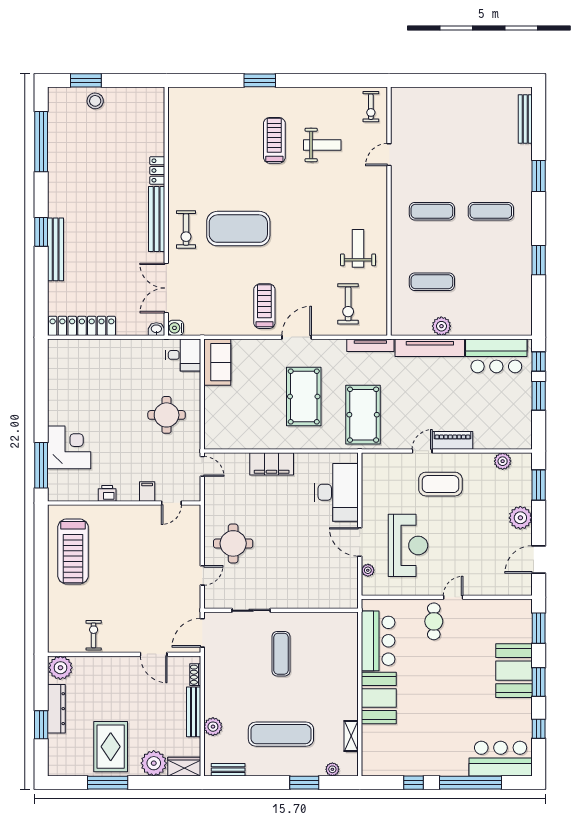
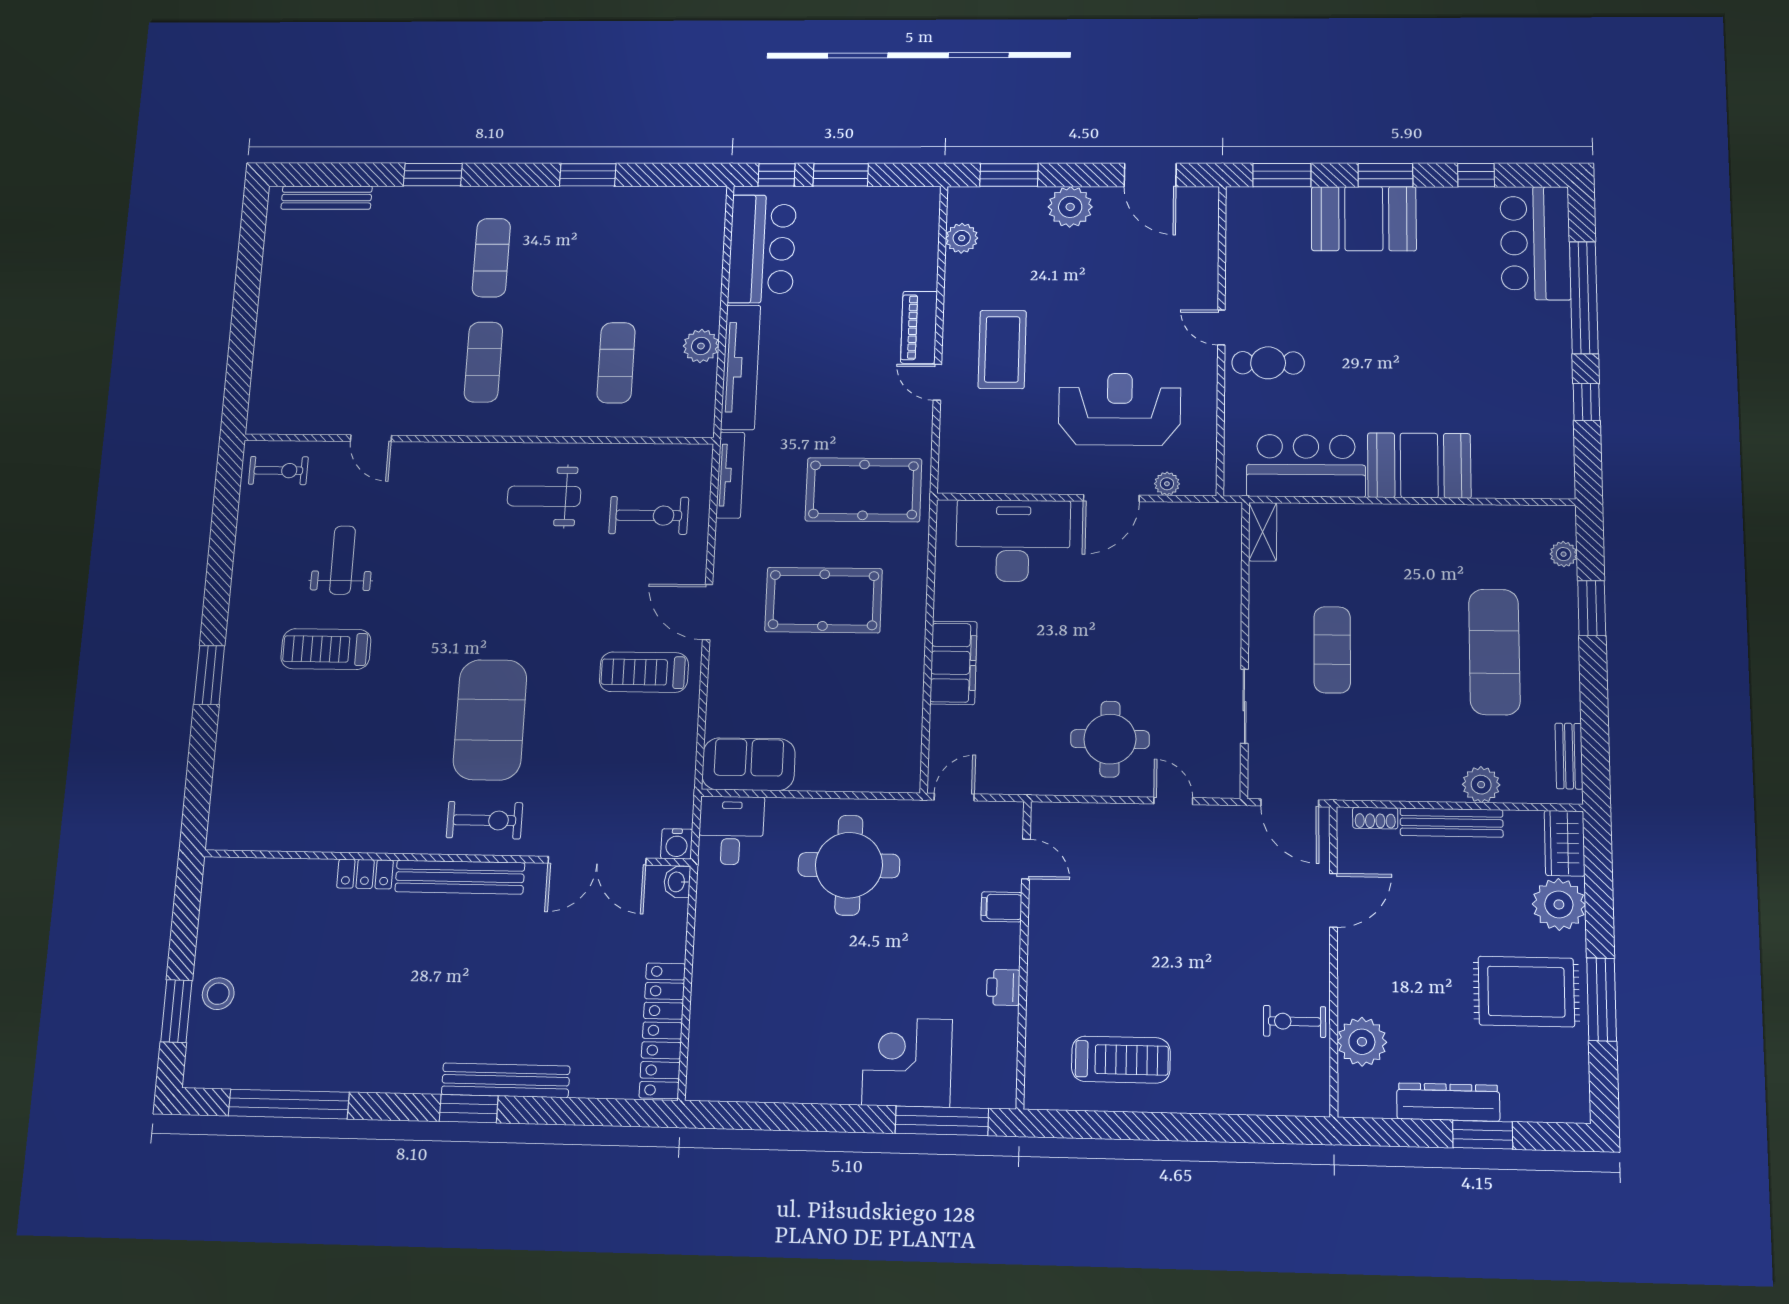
round table: (167, 415) -> (849, 865), width x1.36, depth x1.36
treadmill: (73, 551) -> (1121, 1060), width x0.73, depth x0.73
exercise mat: (281, 654) -> (1332, 650), turned 90
plant: (60, 668) -> (1362, 1042), moved
shelving: (351, 736) -> (1263, 532), moved, turned 90

